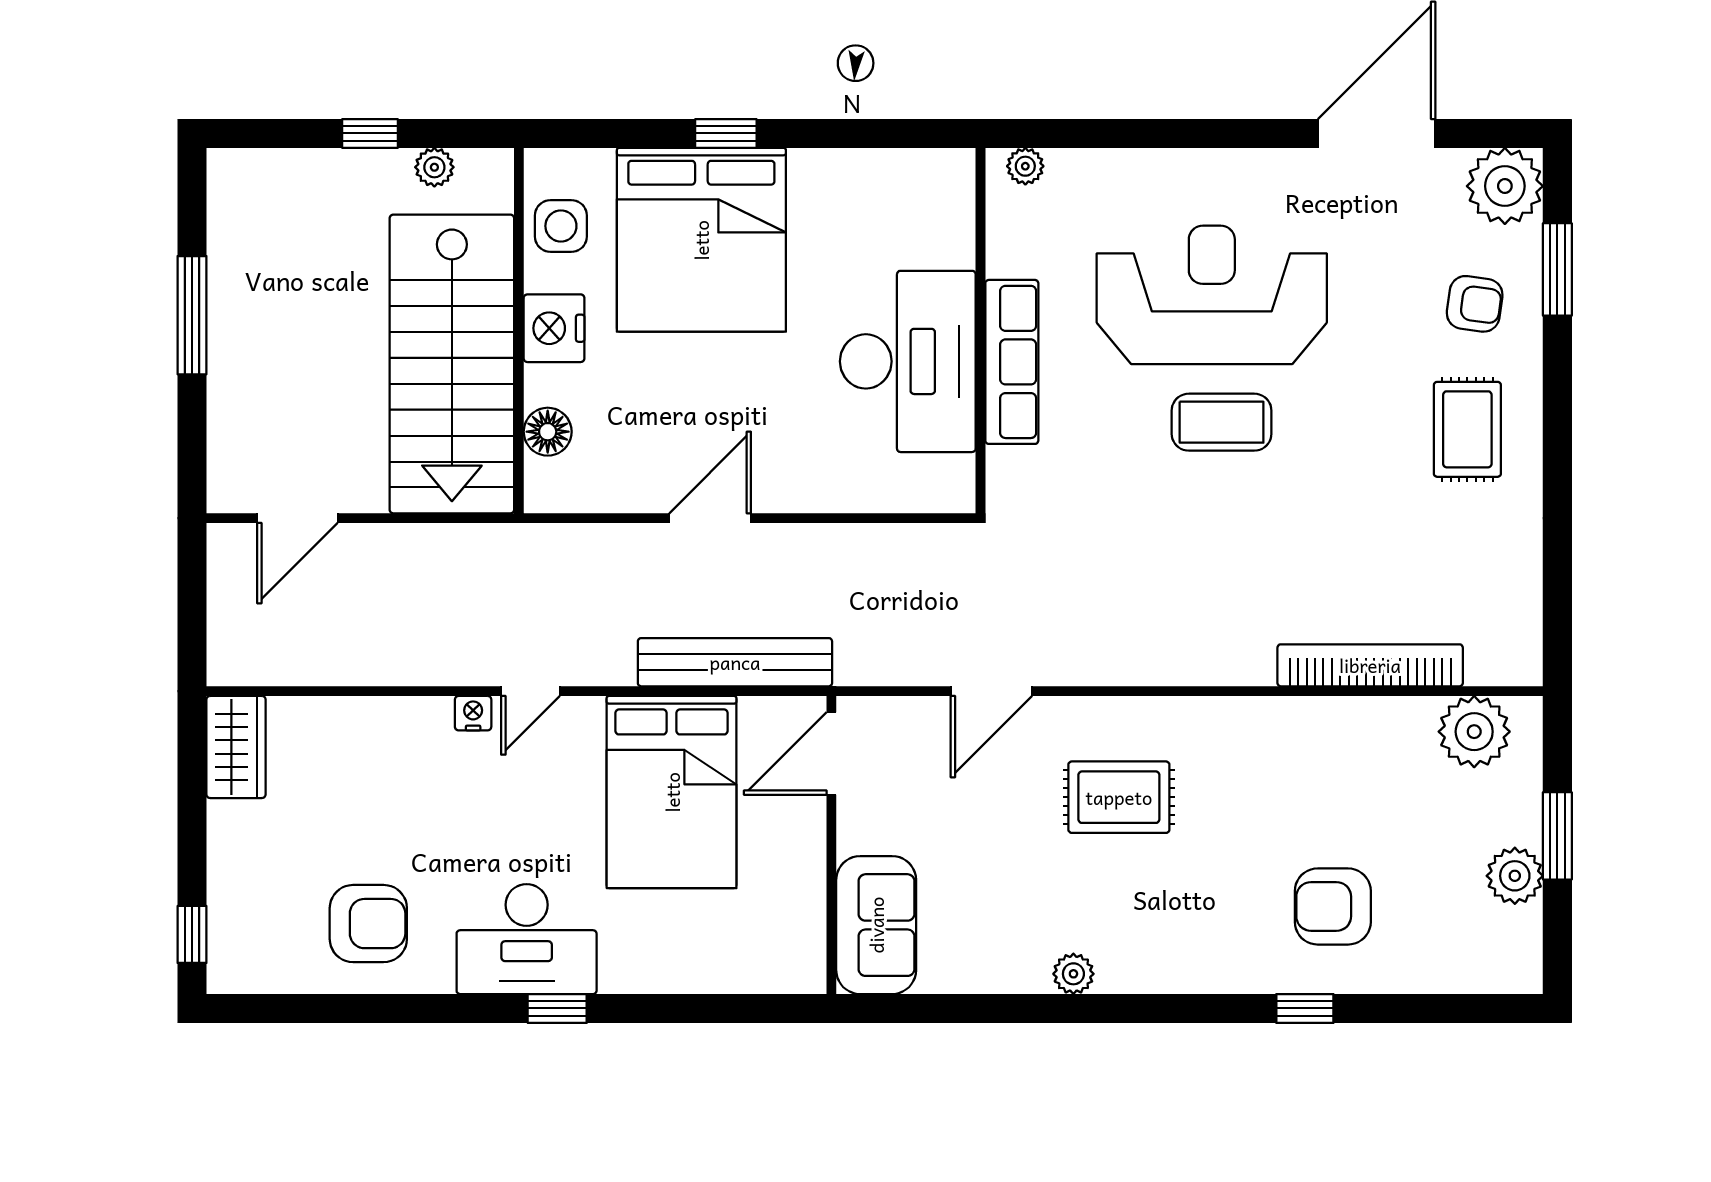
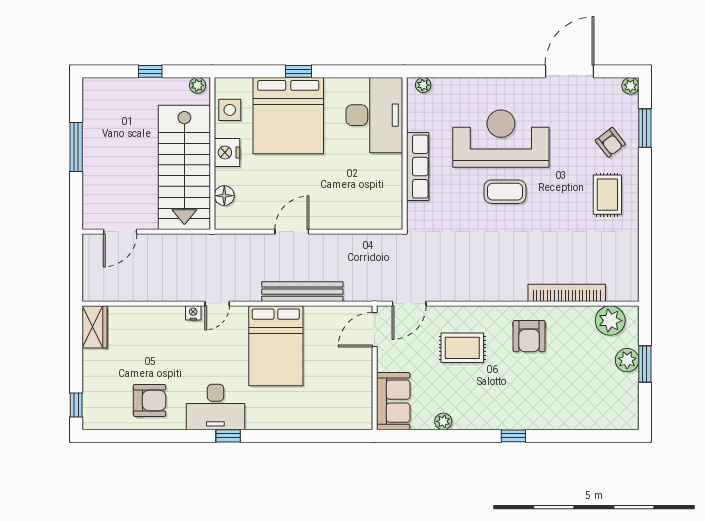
plant: (434, 167) -> (198, 85), moved
plant: (1505, 186) -> (630, 86), width x0.53, depth x0.53
armchair: (1475, 304) -> (610, 142), turned 44
desk: (908, 361) -> (374, 115), moved
door: (831, 753) -> (375, 330), moved
wall: (831, 845) -> (375, 368), moved
plant: (1515, 876) -> (627, 360), moved
armchair: (1333, 906) -> (529, 336), moved, turned -90
sofa: (876, 925) -> (393, 401), moved
window: (1305, 1008) -> (513, 436), moved

